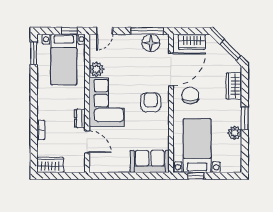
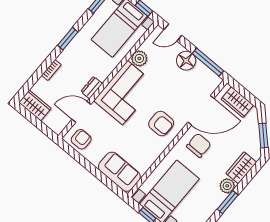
floor lamp: (151, 43) -> (186, 61), moved
window: (34, 98) -> (68, 39), added
armchair: (151, 102) -> (161, 123), turned 90
plant: (235, 133) -> (227, 186), moved
door: (87, 142) -> (81, 112), swing flipped
armchair: (103, 161) -> (81, 139), added

